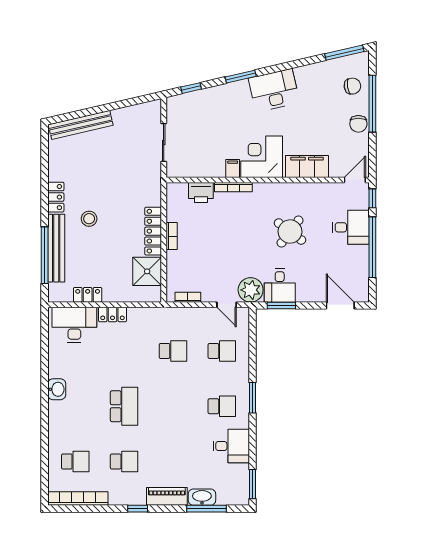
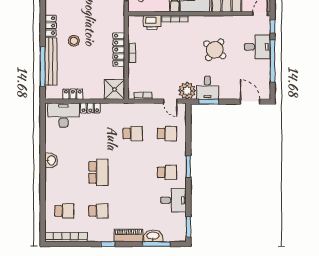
shower: (147, 271) -> (115, 89), moved

